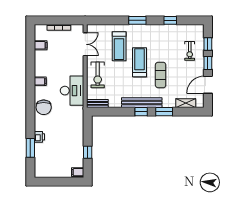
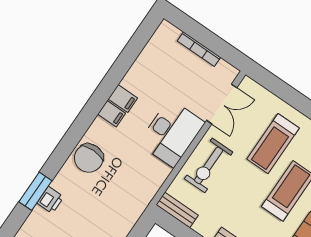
filing cabinet: (41, 45) -> (123, 99), moved
desk: (72, 91) -> (172, 133), moved
window: (30, 148) -> (35, 191), moved

